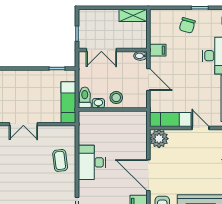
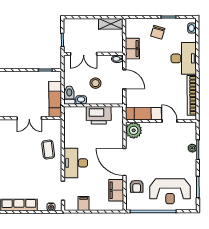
filing cabinet: (158, 50) -> (132, 49), width x2.00
stool: (116, 98) -> (96, 83), moved
printer: (119, 121) -> (99, 115), added
double door: (23, 124) -> (29, 118), moved
desk: (92, 162) -> (76, 163), moved

